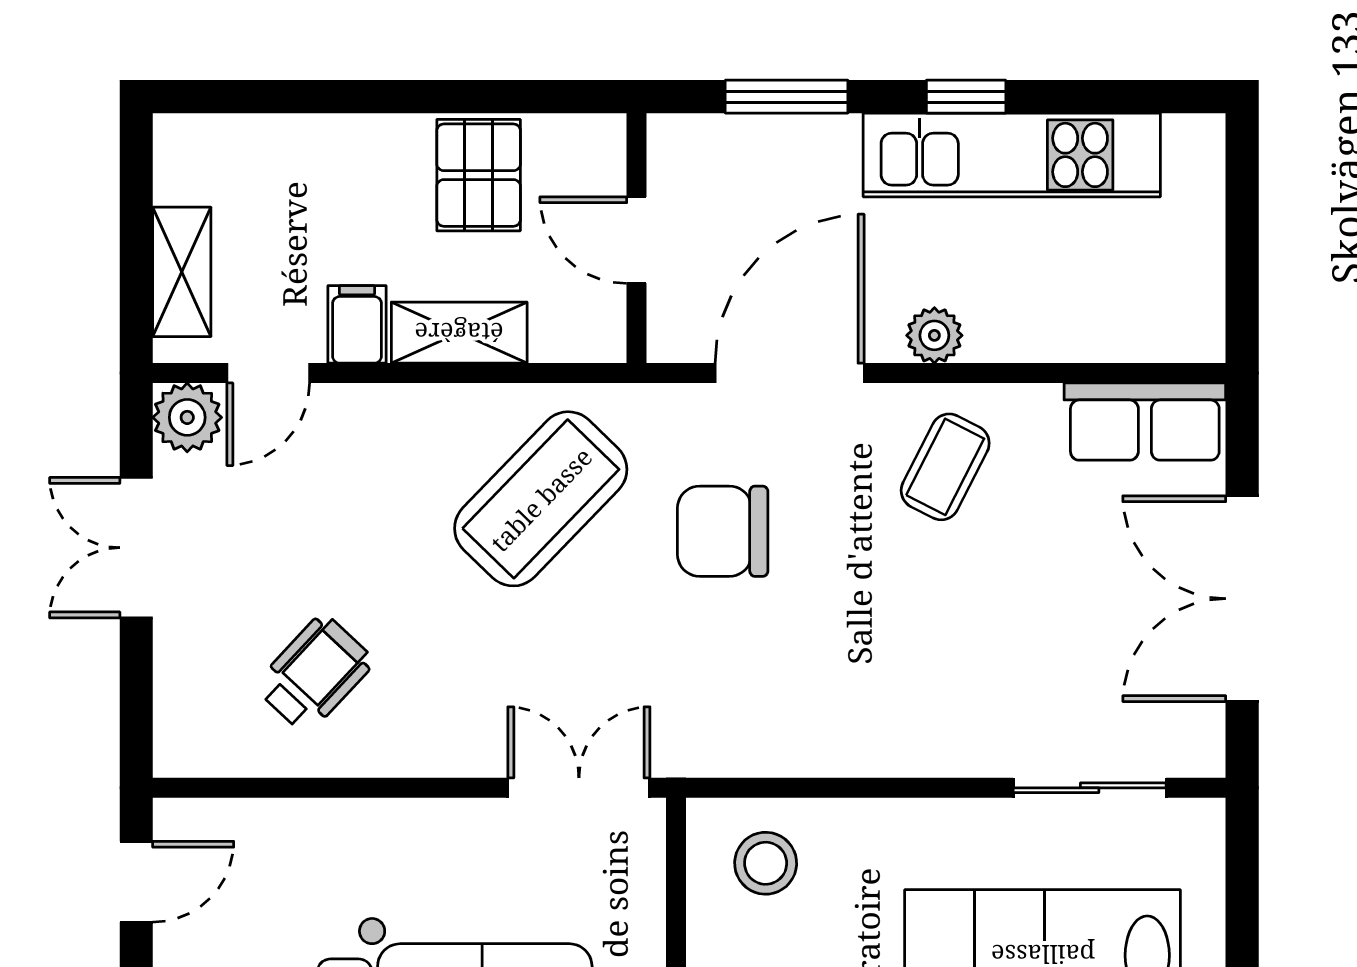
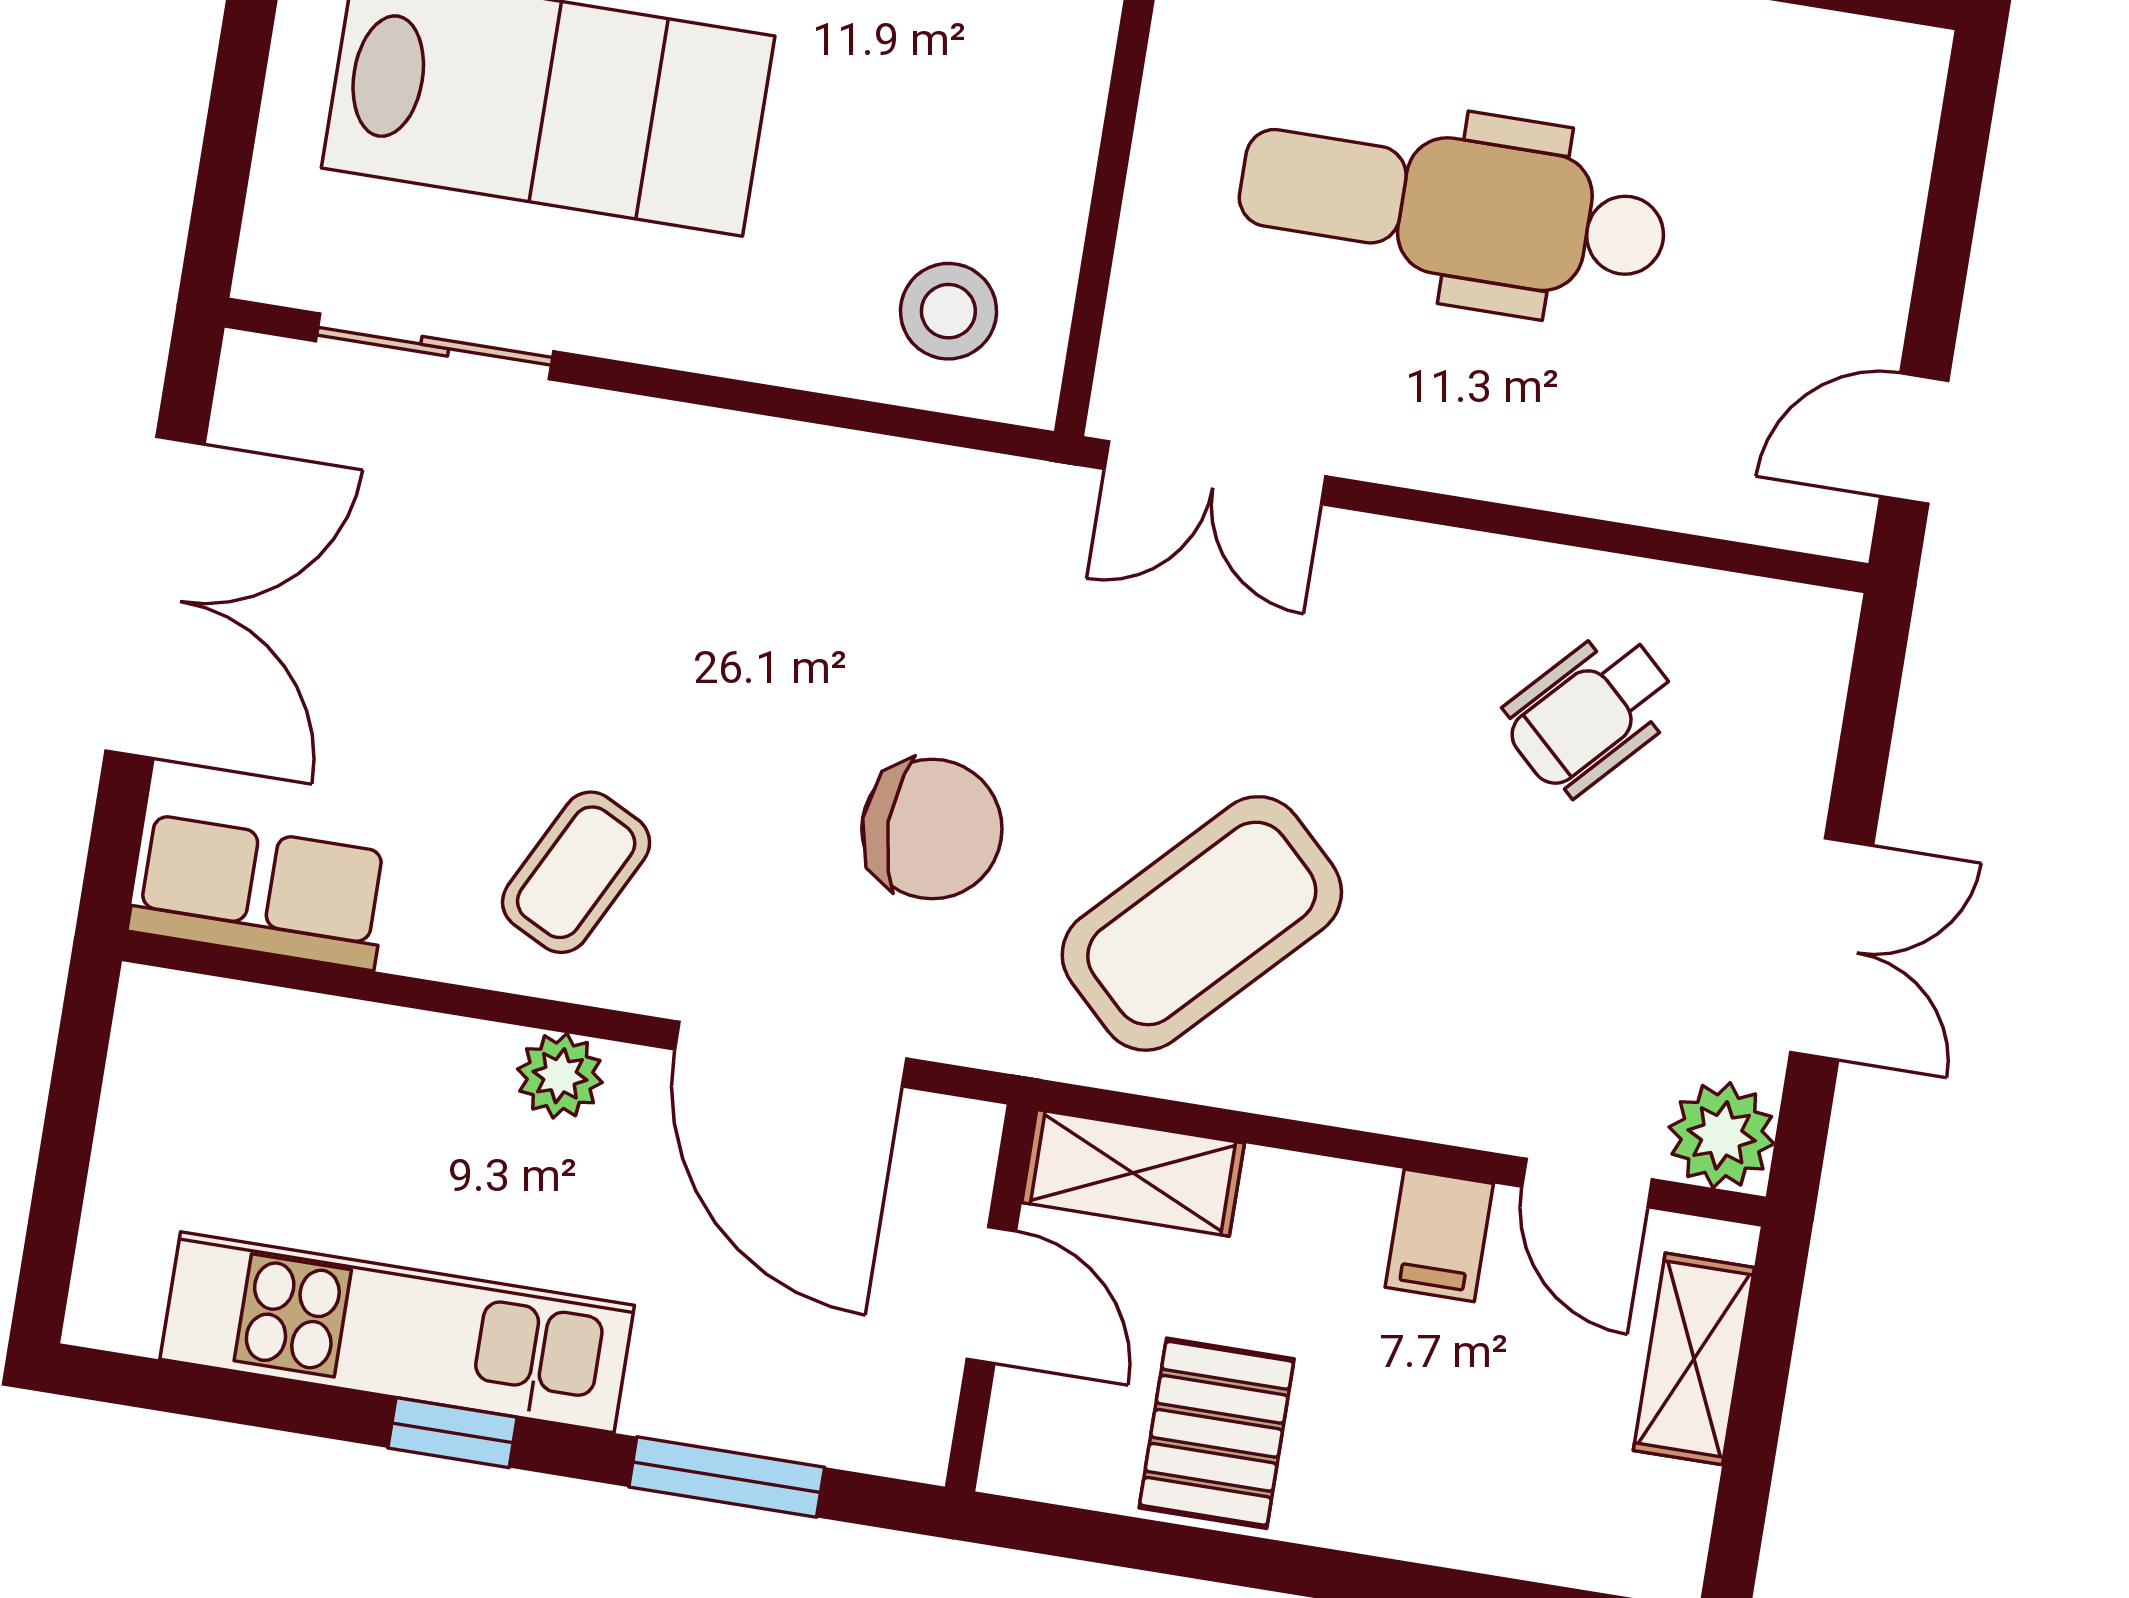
shelving: (459, 333) -> (1133, 1173), moved
door: (268, 373) -> (1587, 1183), swing flipped
door: (790, 373) -> (791, 1054), hinge flipped

